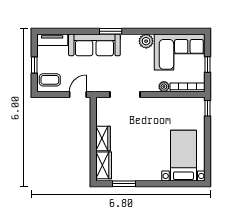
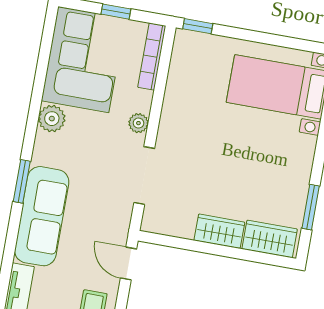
plant: (164, 87) -> (138, 123), moved

